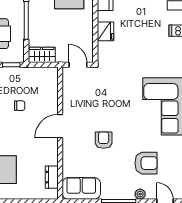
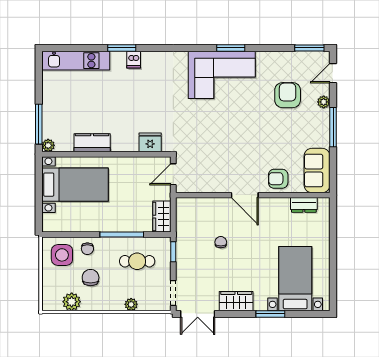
fridge: (105, 31) -> (150, 142), moved
armchair: (104, 140) -> (278, 179), moved

